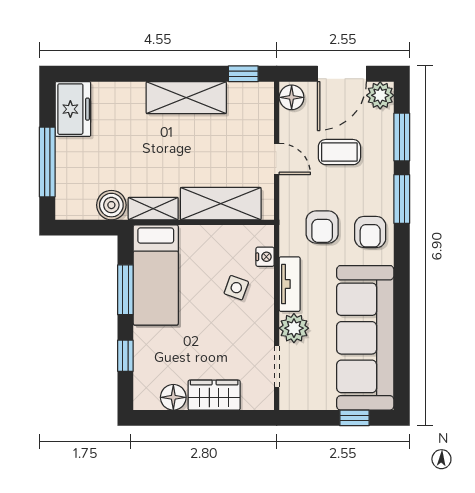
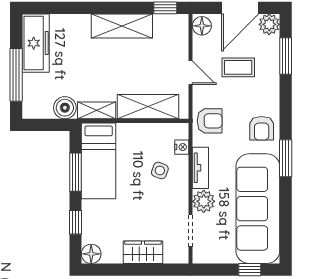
freezer: (73, 109) -> (36, 43), width x1.40
window: (402, 199) -> (286, 158), moved
armchair: (322, 227) -> (210, 121), moved, turned -90
floor lamp: (173, 397) -> (91, 254), moved

